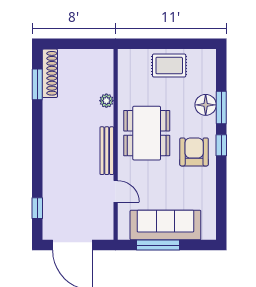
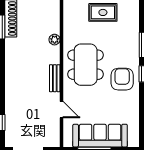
floor lamp: (206, 105) -> (131, 43), removed
bench: (107, 151) -> (55, 78), width x0.73

